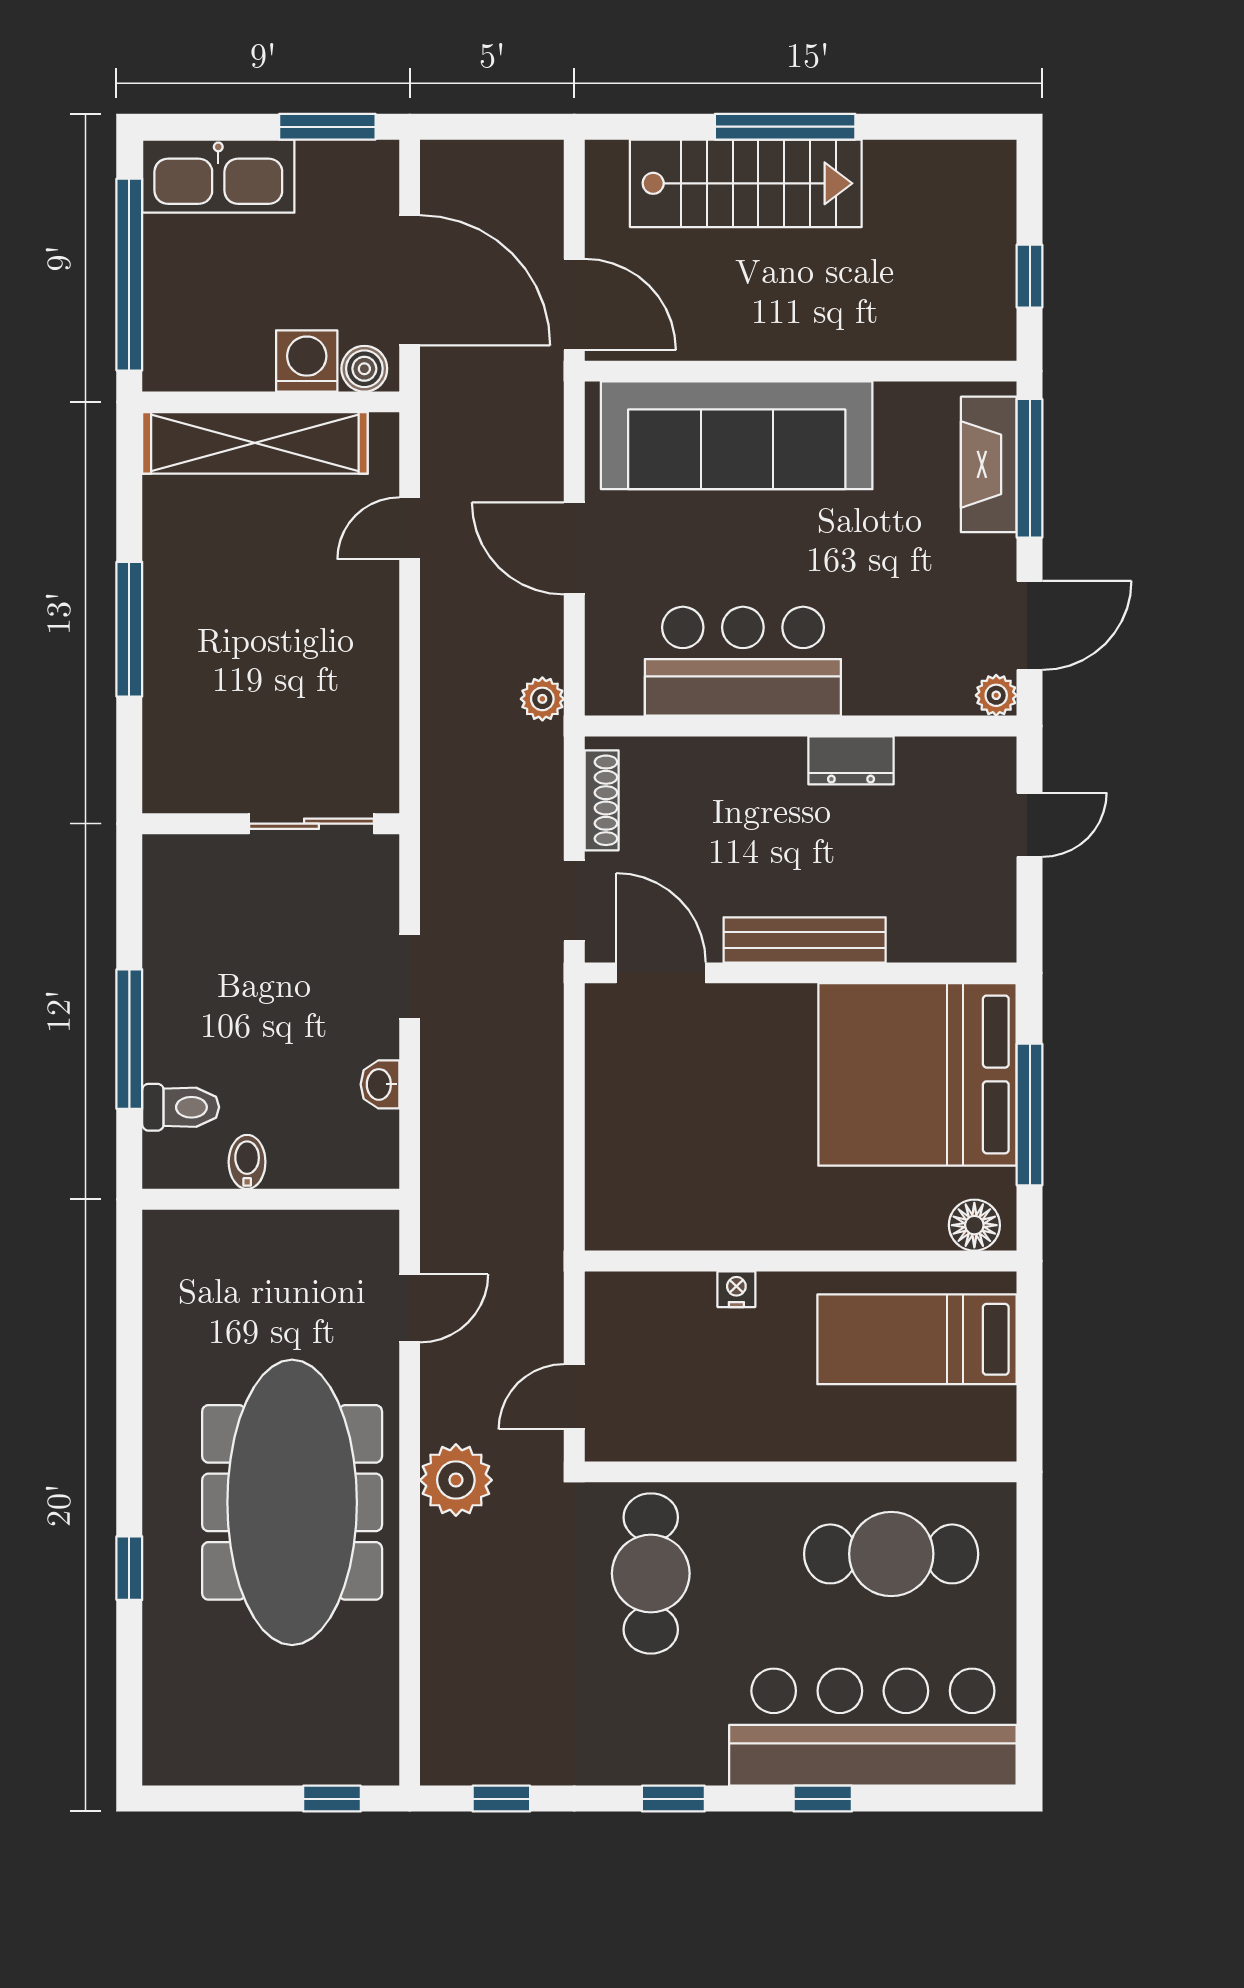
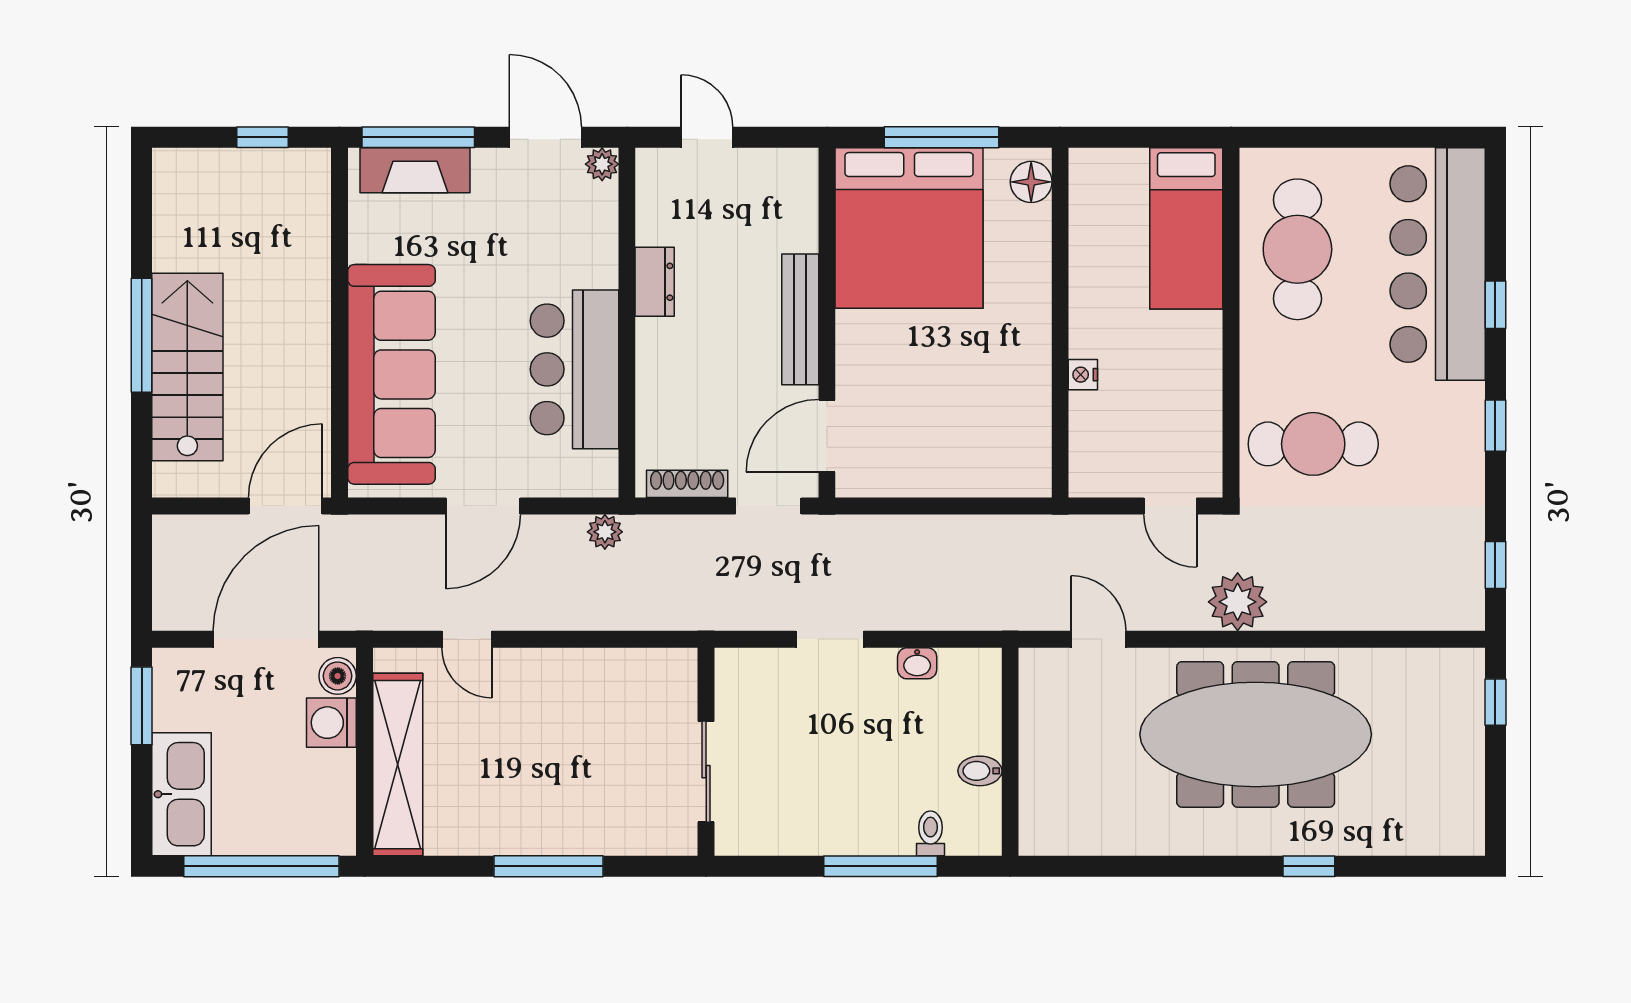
sliding door: (312, 824) -> (706, 772), moved
toilet: (181, 1107) -> (931, 833), width x0.73, depth x0.72
bed: (917, 1339) -> (1186, 228), moved

